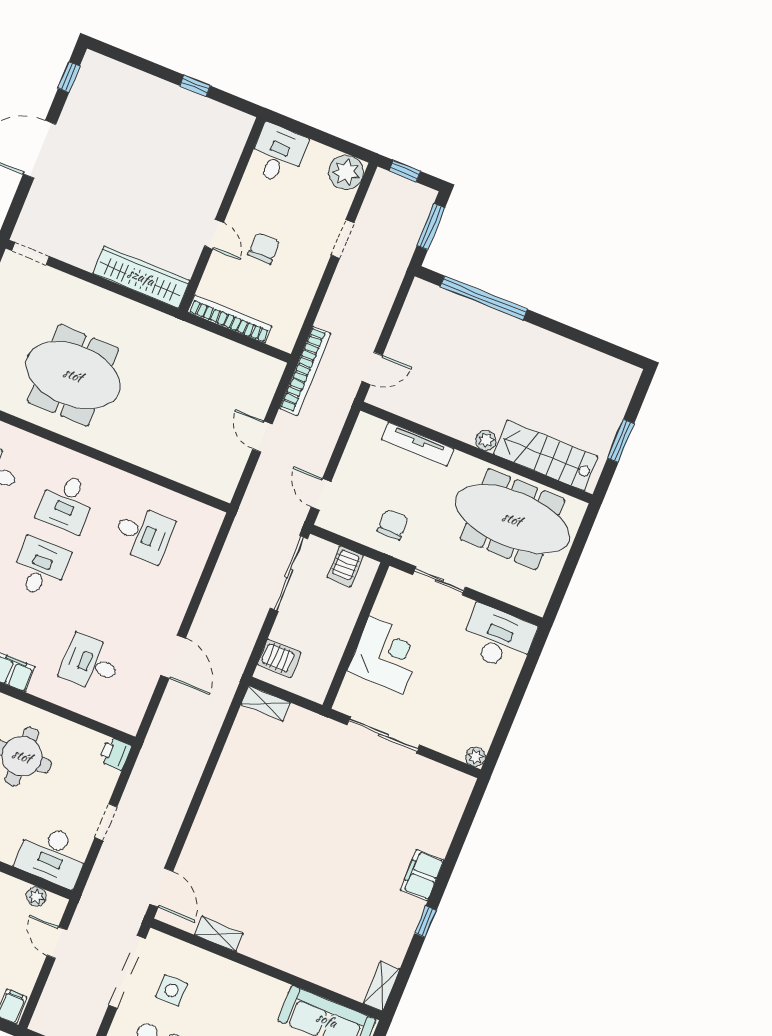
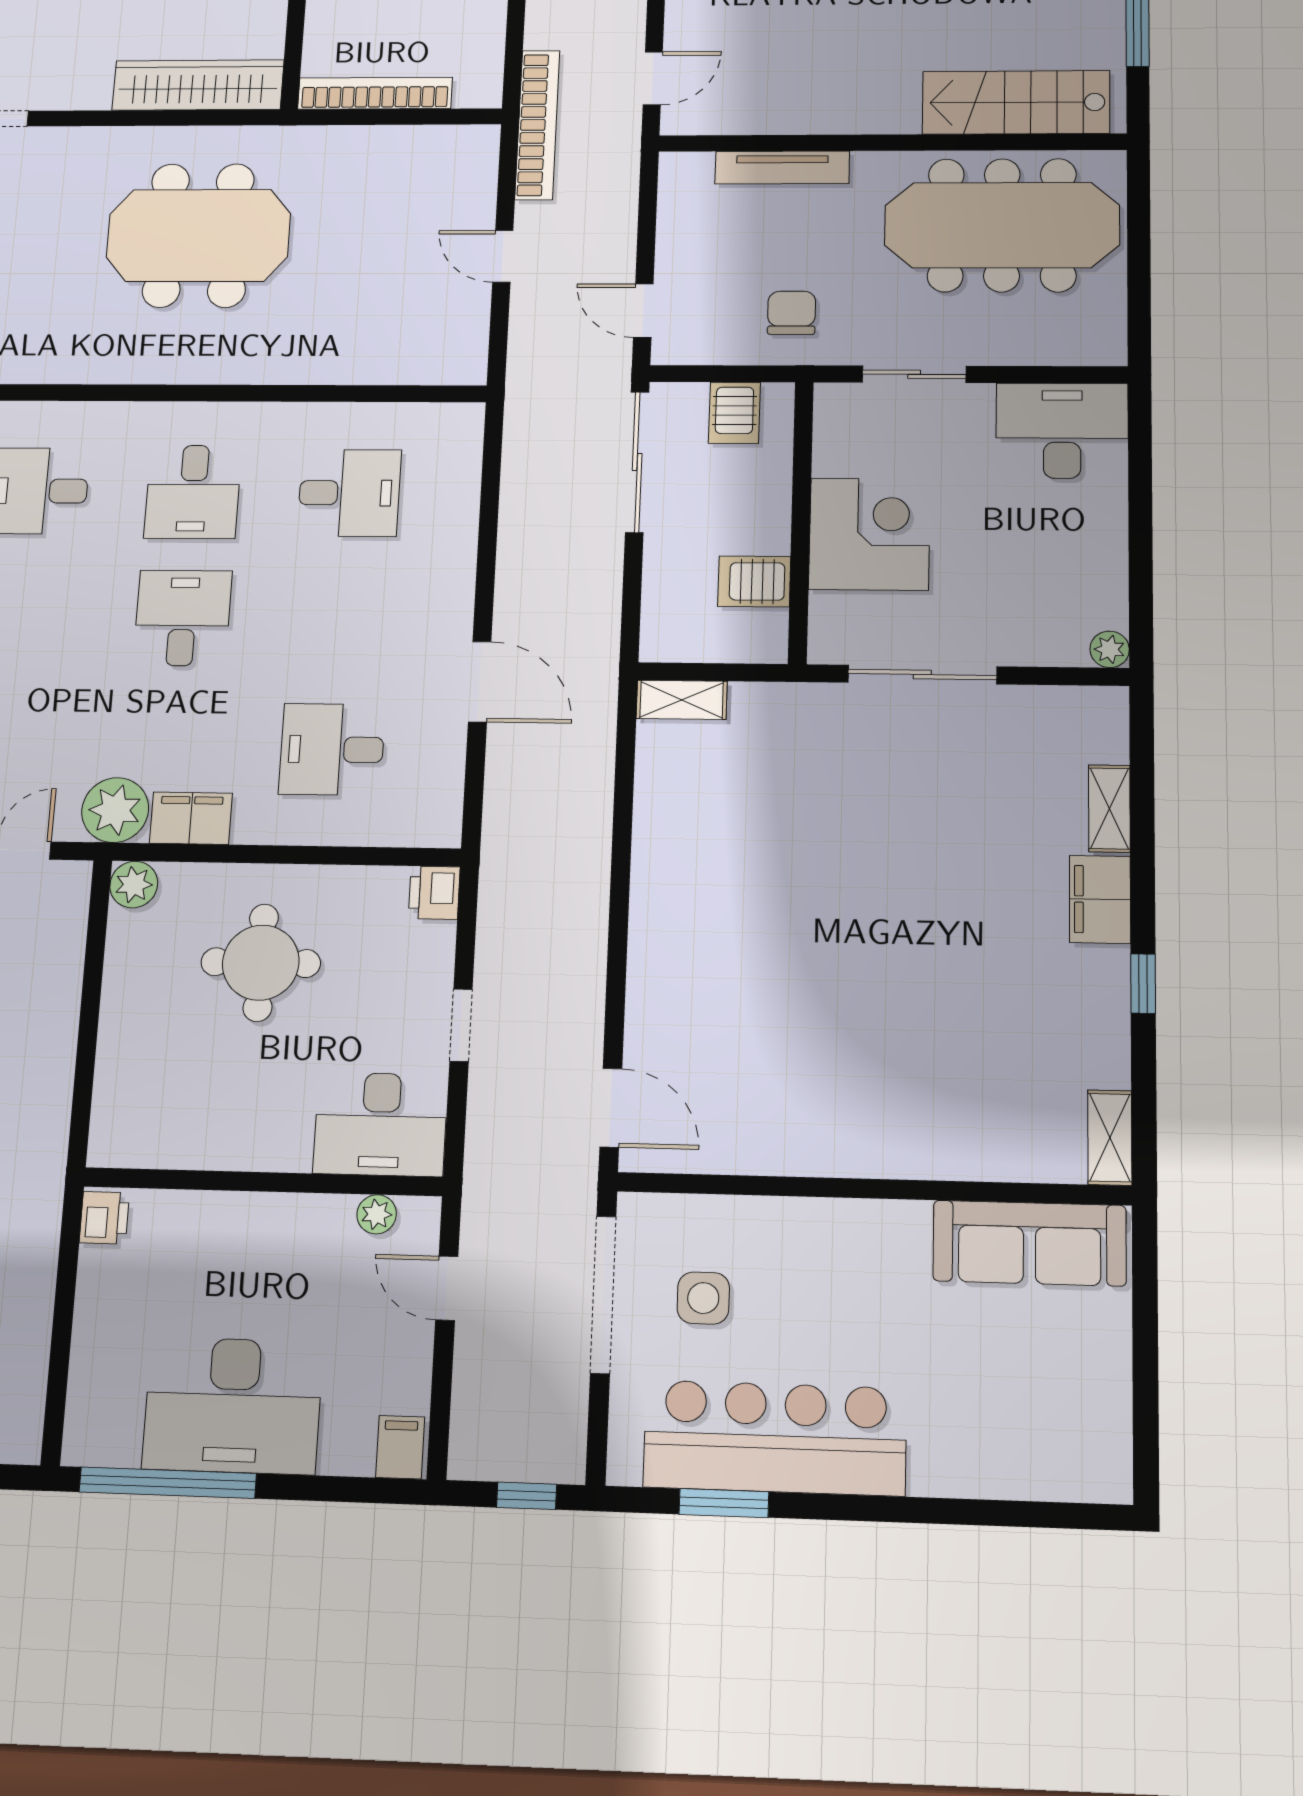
meeting table: (73, 375) -> (198, 235), moved
plant: (486, 440) -> (900, 117), removed
server rack: (279, 658) -> (754, 581), moved, turned 180
shelving: (219, 934) -> (1109, 809), moved, turned 90

